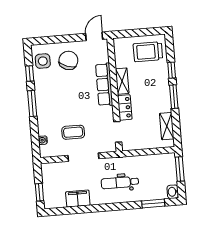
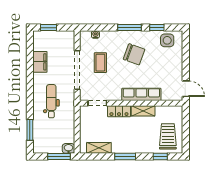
chair: (68, 60) -> (134, 54), moved
window: (172, 70) -> (160, 156), moved
doorway: (83, 157) -> (77, 70), width x1.36
washbasin: (173, 192) -> (69, 148), moved

